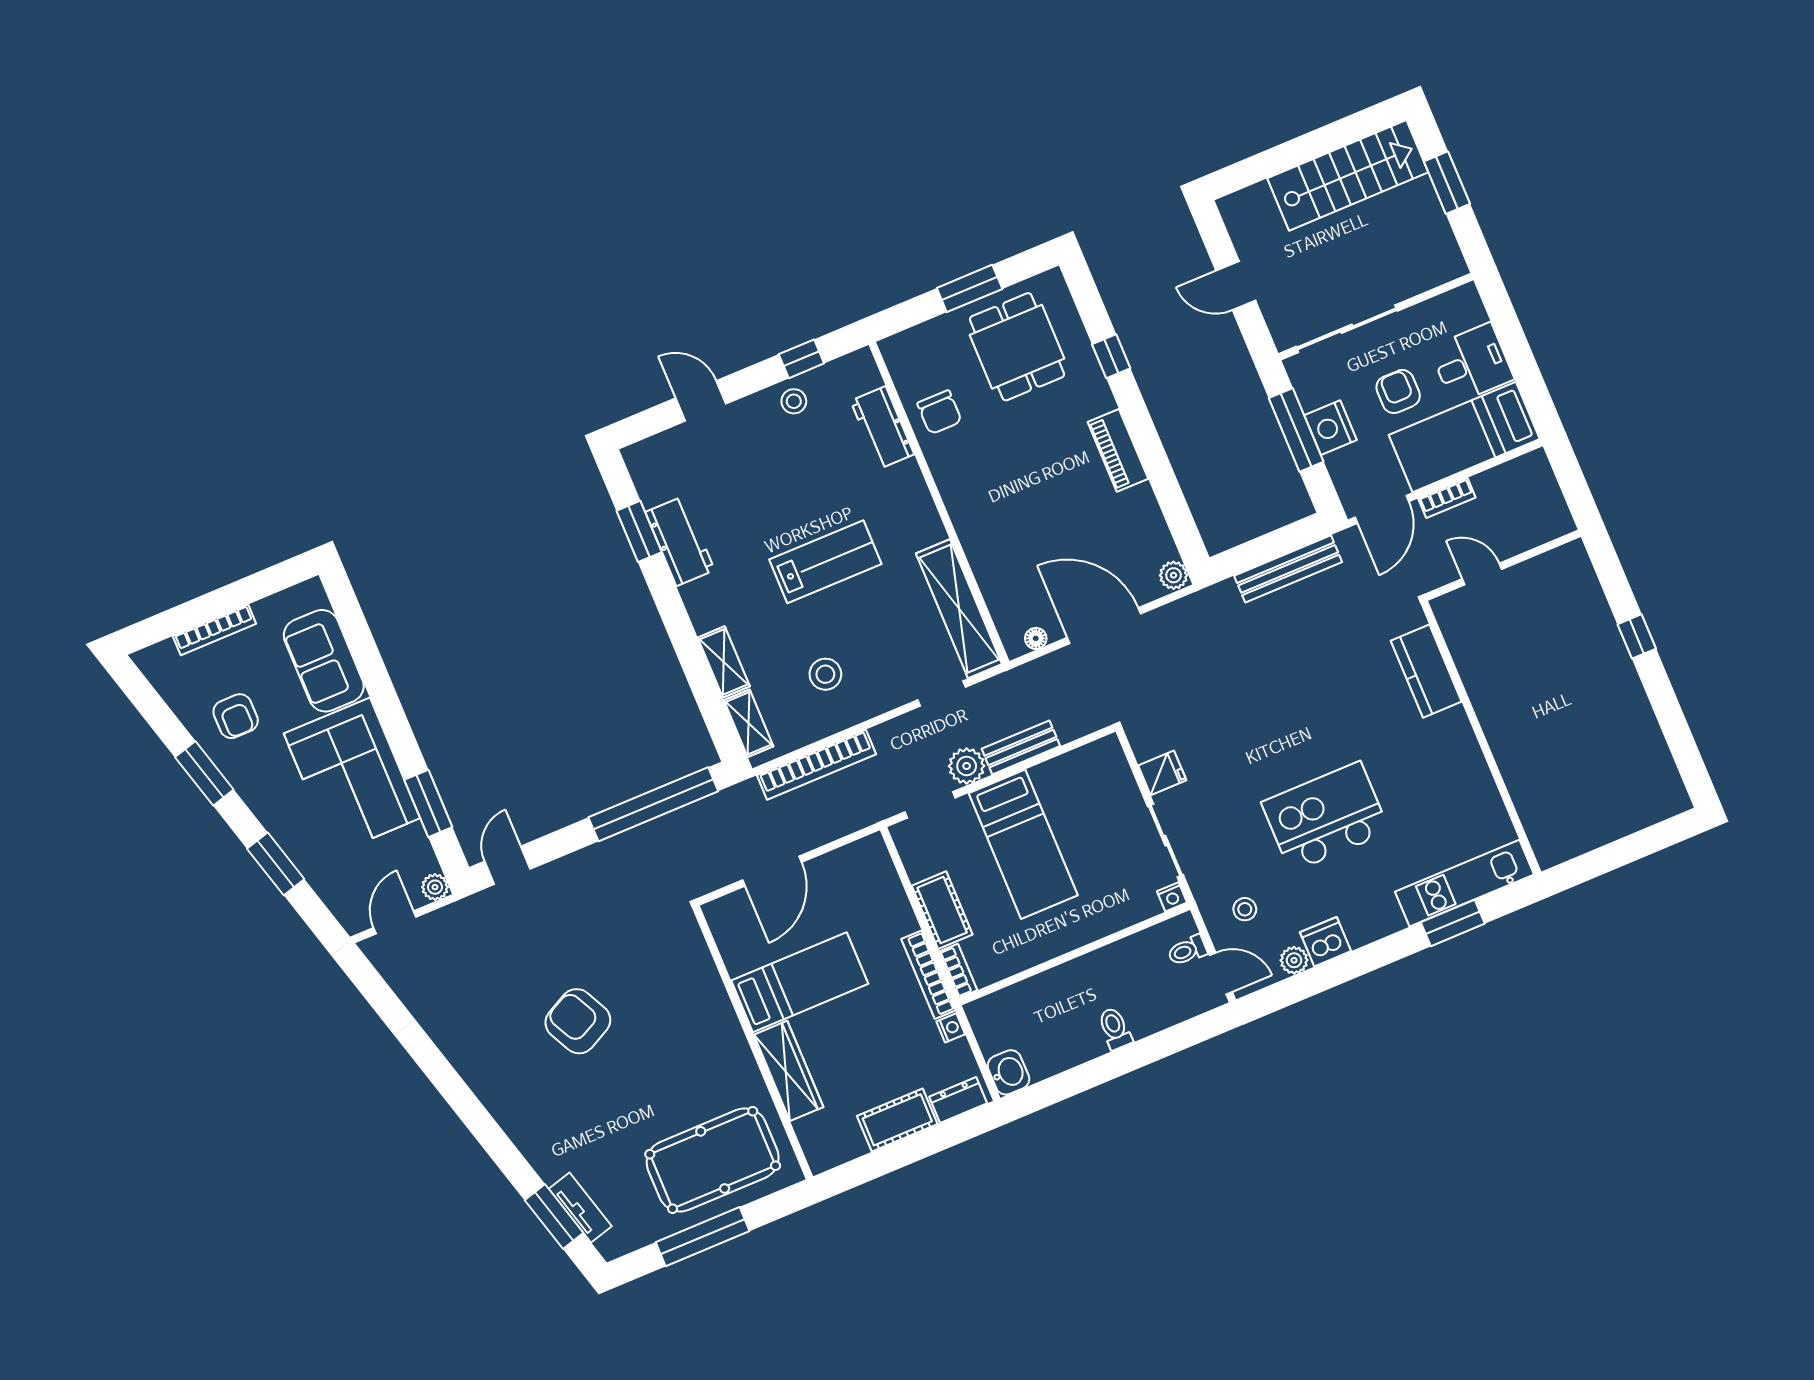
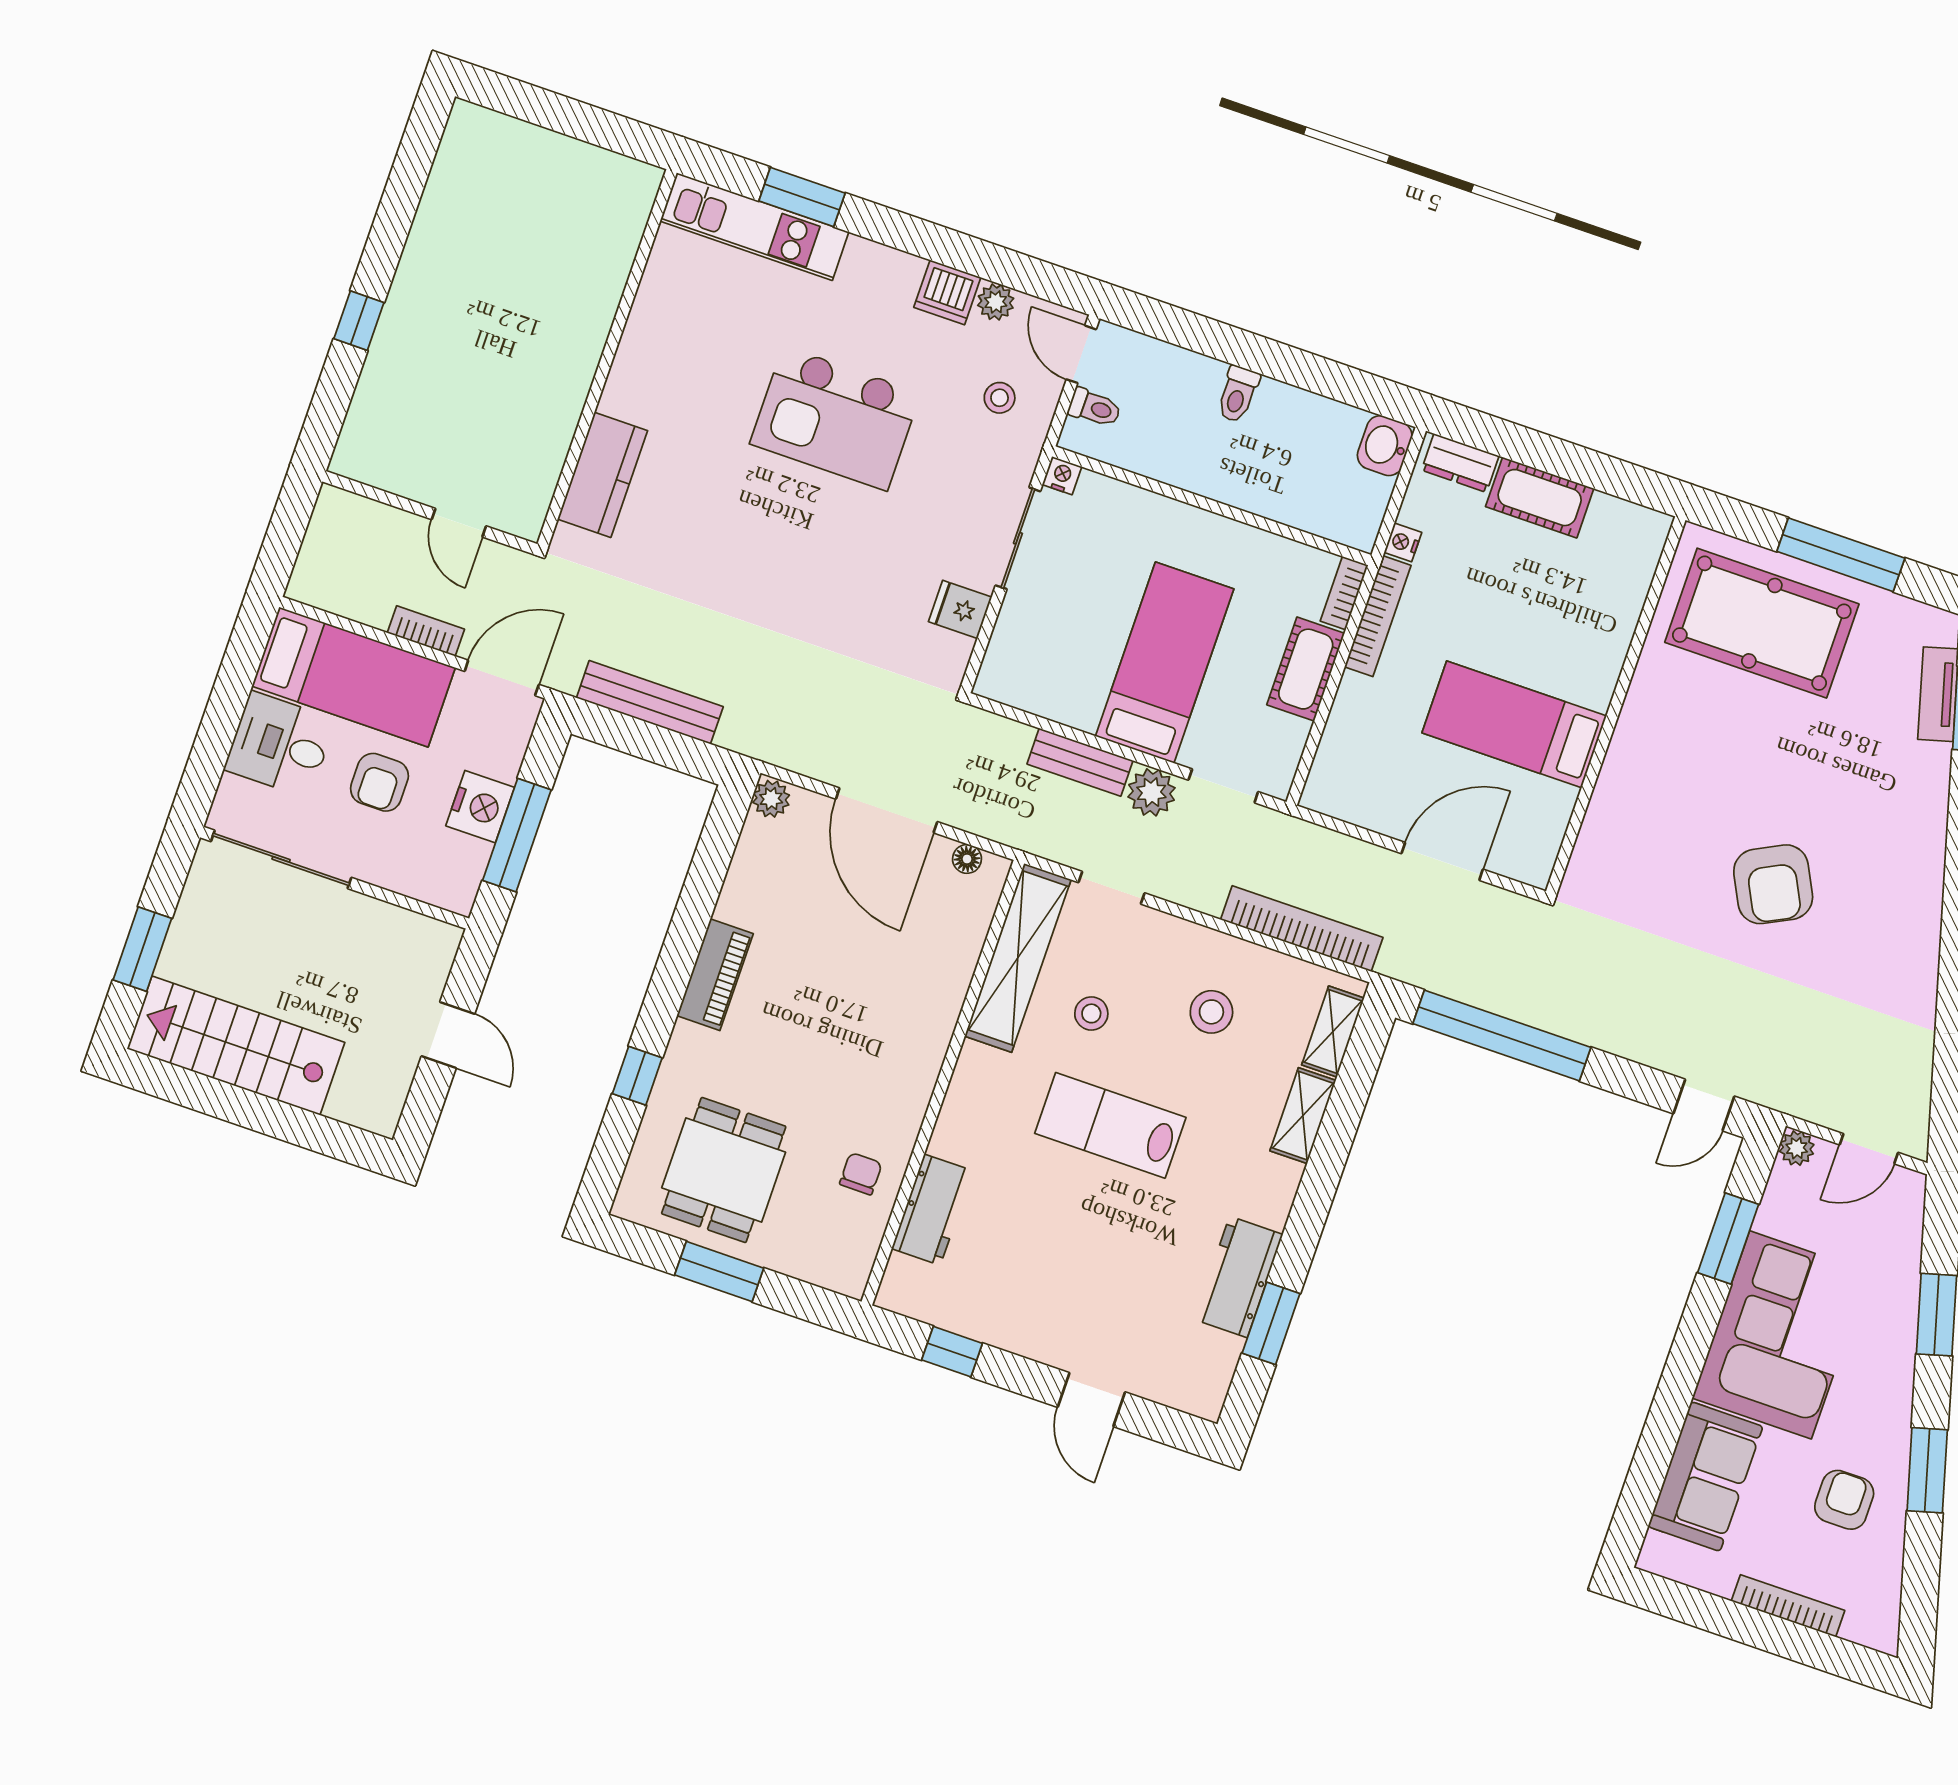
sliding door: (1347, 329) -> (281, 859), moved
stool: (794, 401) -> (1091, 1013), moved
chair: (939, 412) -> (861, 1174), width x0.73, depth x0.73
wardrobe: (789, 1071) -> (1605, 645), removed

